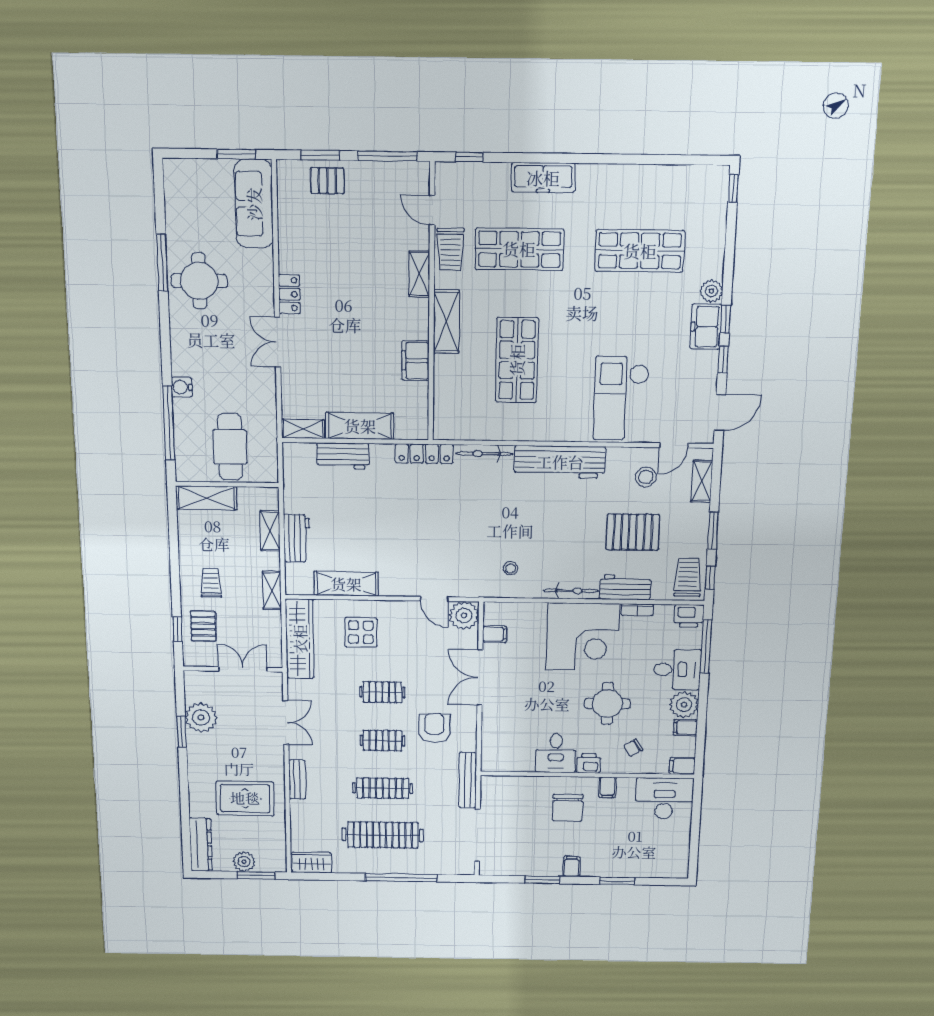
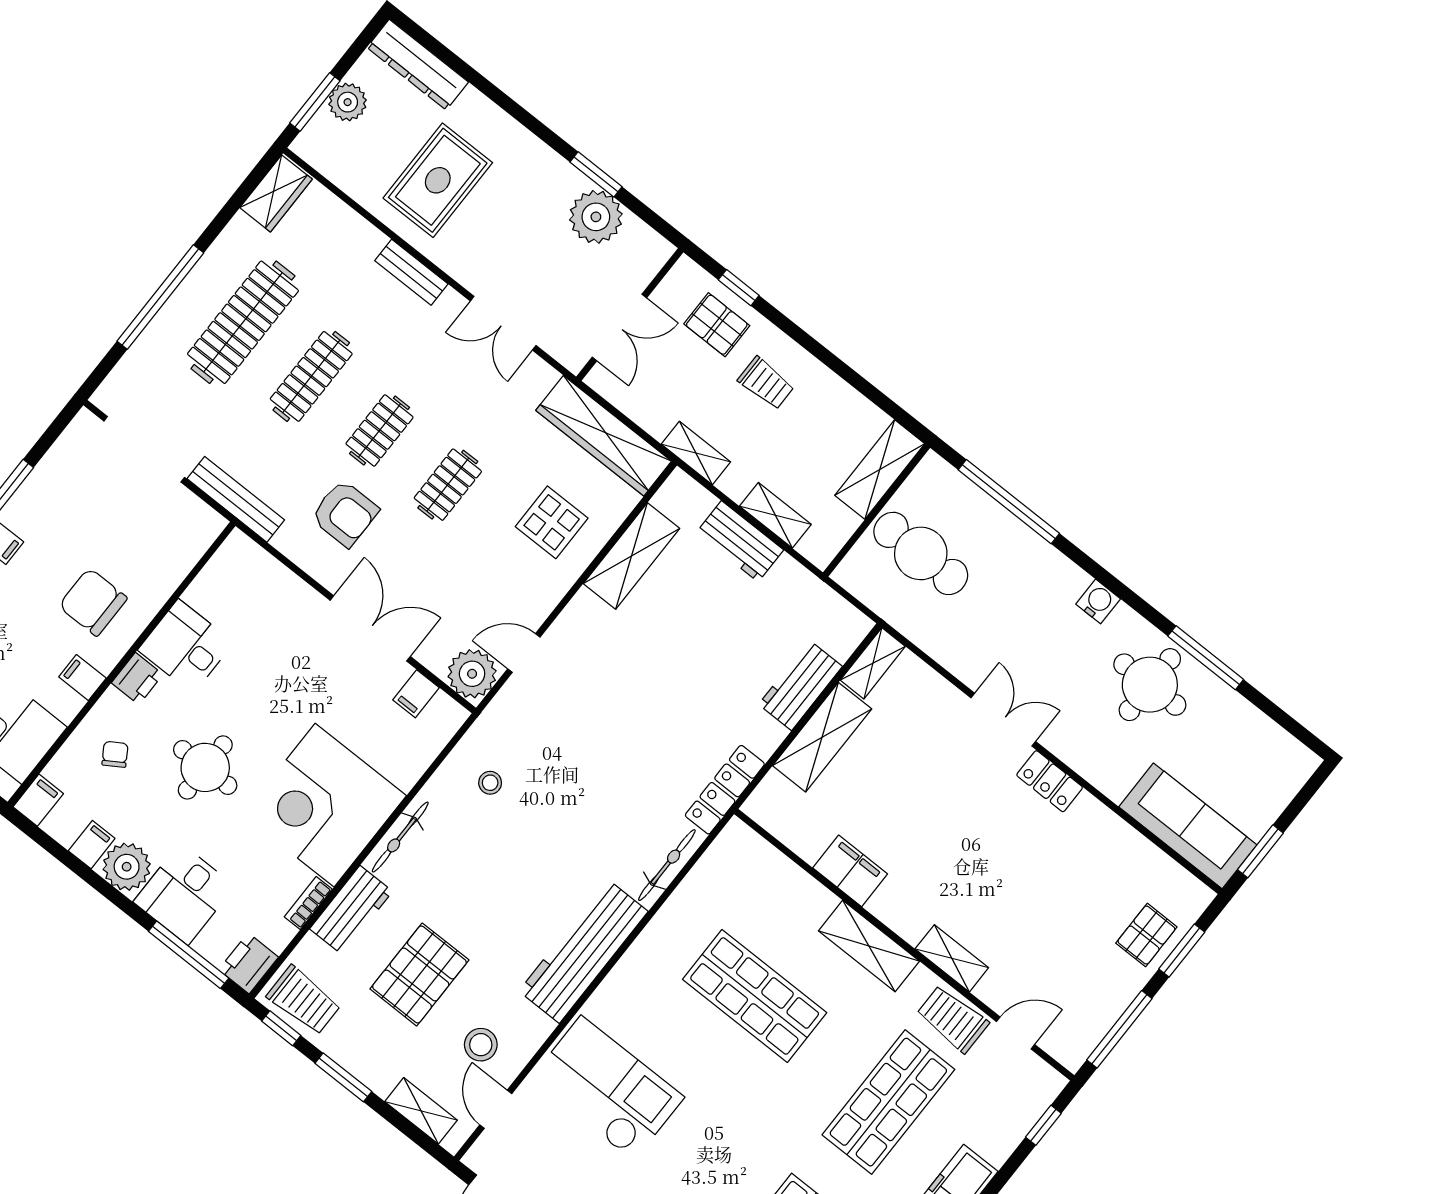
water cooler: (182, 387) -> (1098, 601), moved

